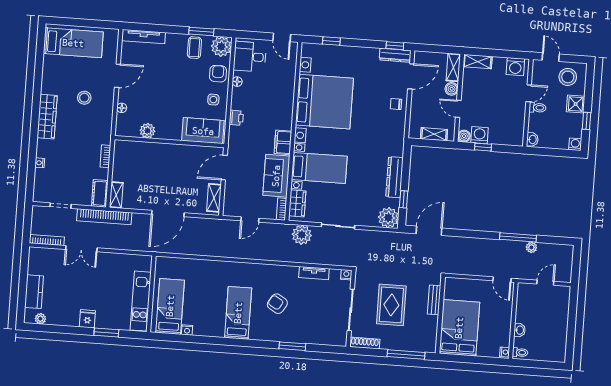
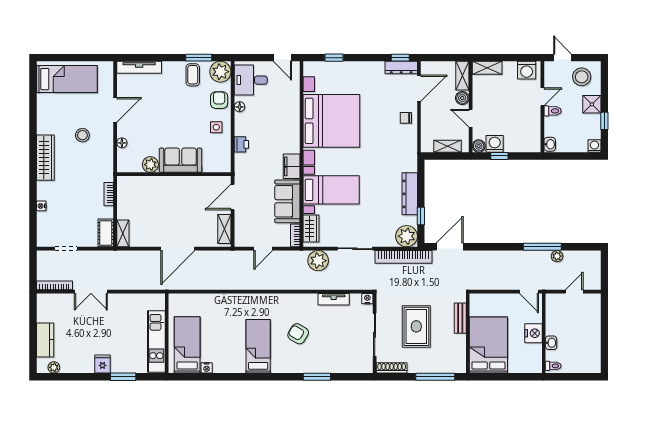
sofa: (203, 131) -> (181, 160), moved
bookcase: (104, 217) -> (404, 257), moved
nightstand: (505, 352) -> (533, 333), moved, width x1.89, depth x1.79

